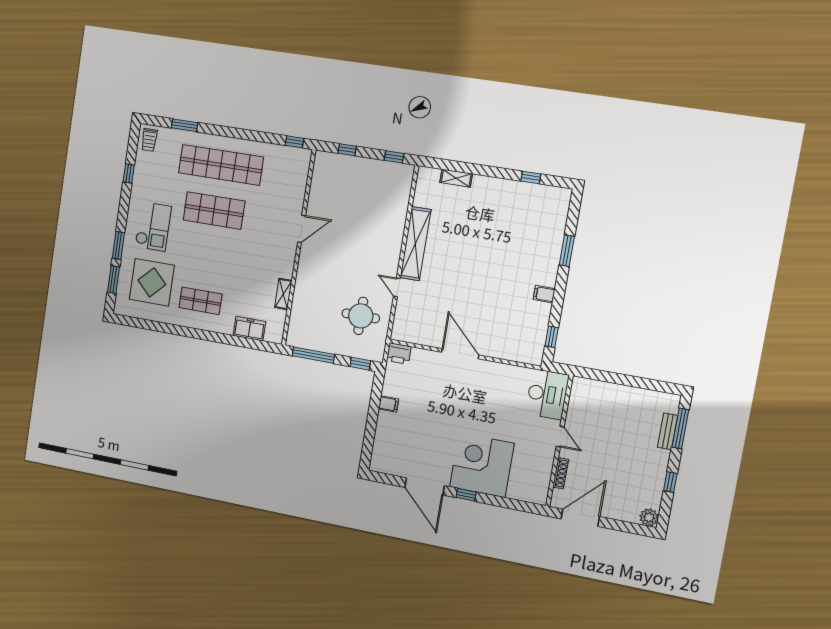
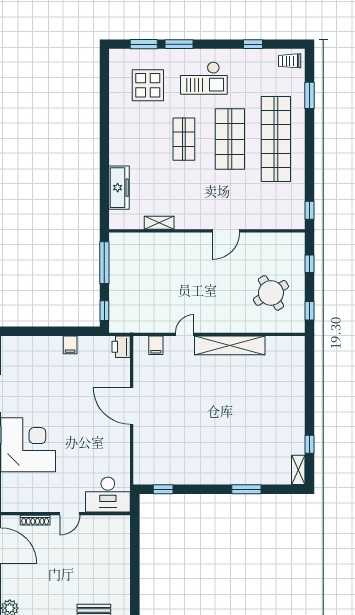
shelving: (456, 178) -> (298, 470), moved
door: (302, 229) -> (226, 231), hinge flipped
display table: (152, 282) -> (148, 85), width x0.73, depth x0.73
filing cabinet: (544, 294) -> (156, 345), moved, turned 180
shop shelf: (200, 301) -> (184, 139), moved
round table: (361, 316) -> (271, 293), moved, turned -31
freezer: (249, 329) -> (119, 188), width x1.40
door: (460, 354) -> (132, 406), swing flipped

